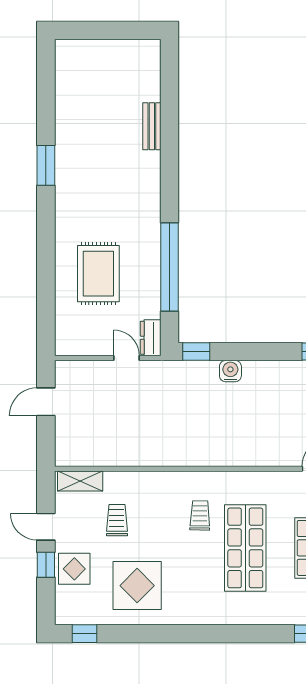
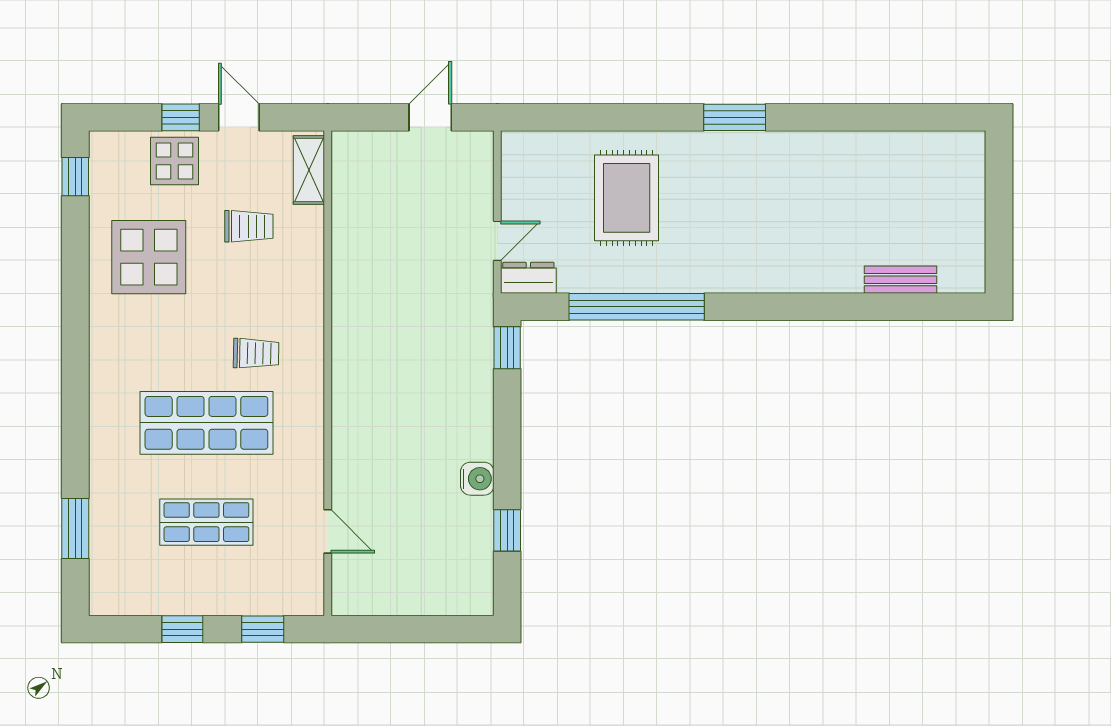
bench: (152, 126) -> (900, 280), moved
window: (46, 165) -> (735, 117), moved
rug: (98, 274) -> (627, 198), turned 90
water cooler: (230, 371) -> (477, 479), moved
door: (46, 402) -> (430, 117), hinge flipped
door: (46, 527) -> (239, 117), hinge flipped

